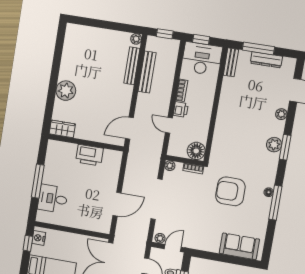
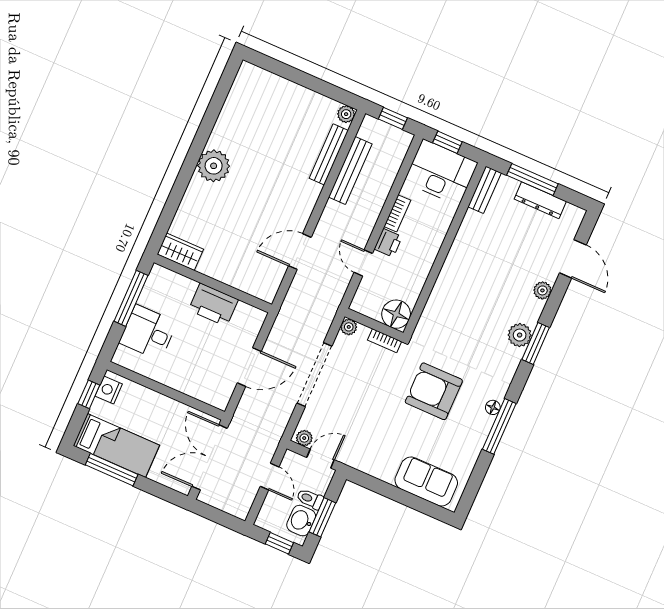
wardrobe: (62, 129) -> (180, 252), moved
wall: (86, 143) -> (213, 283), moved
printer: (89, 155) -> (213, 305), moved

